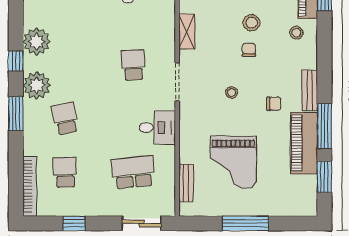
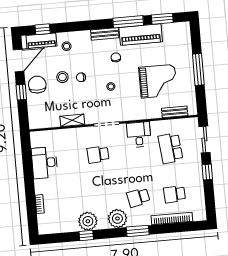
window: (16, 61) -> (86, 235), moved
bookcase: (30, 186) -> (172, 219), moved
window: (74, 223) -> (207, 172), moved

